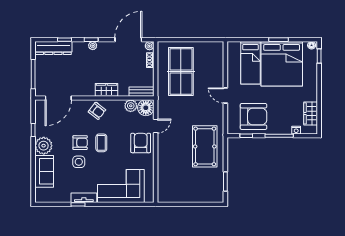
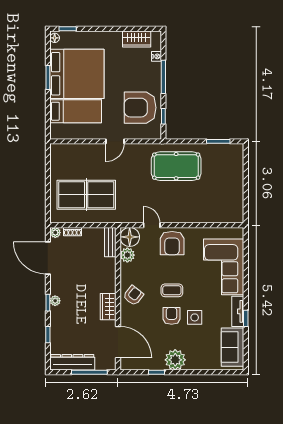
dresser: (53, 48) -> (72, 362), moved, turned -90
wardrobe: (106, 90) -> (108, 307), moved
armchair: (253, 116) -> (140, 108), turned -90
armchair: (141, 143) -> (172, 243), turned -90
sofa: (44, 171) -> (233, 347), moved, turned -90

